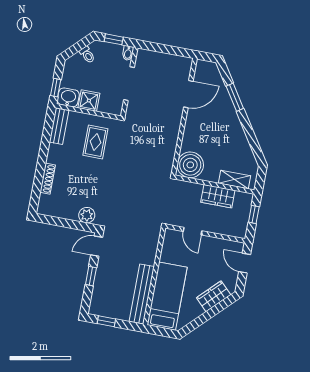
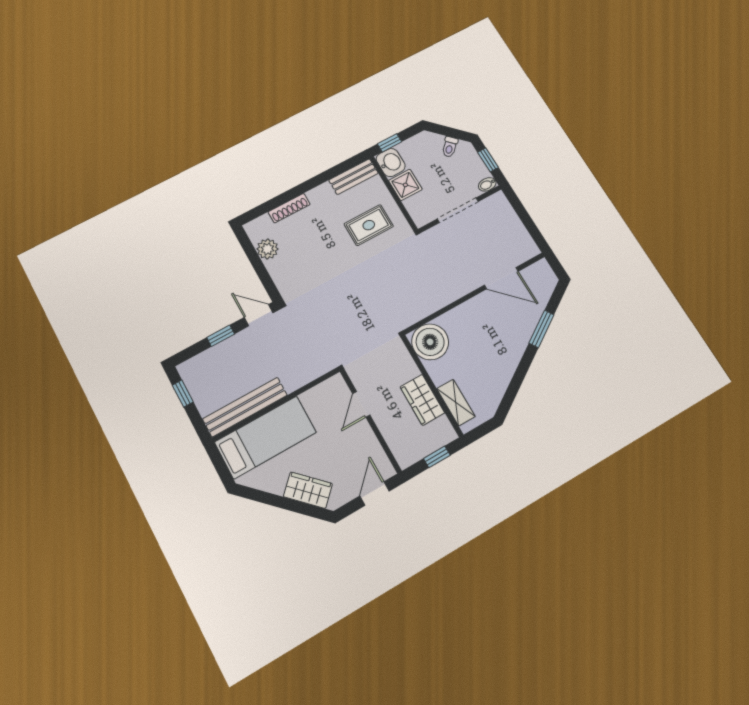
plant: (87, 215) -> (267, 249), moved

